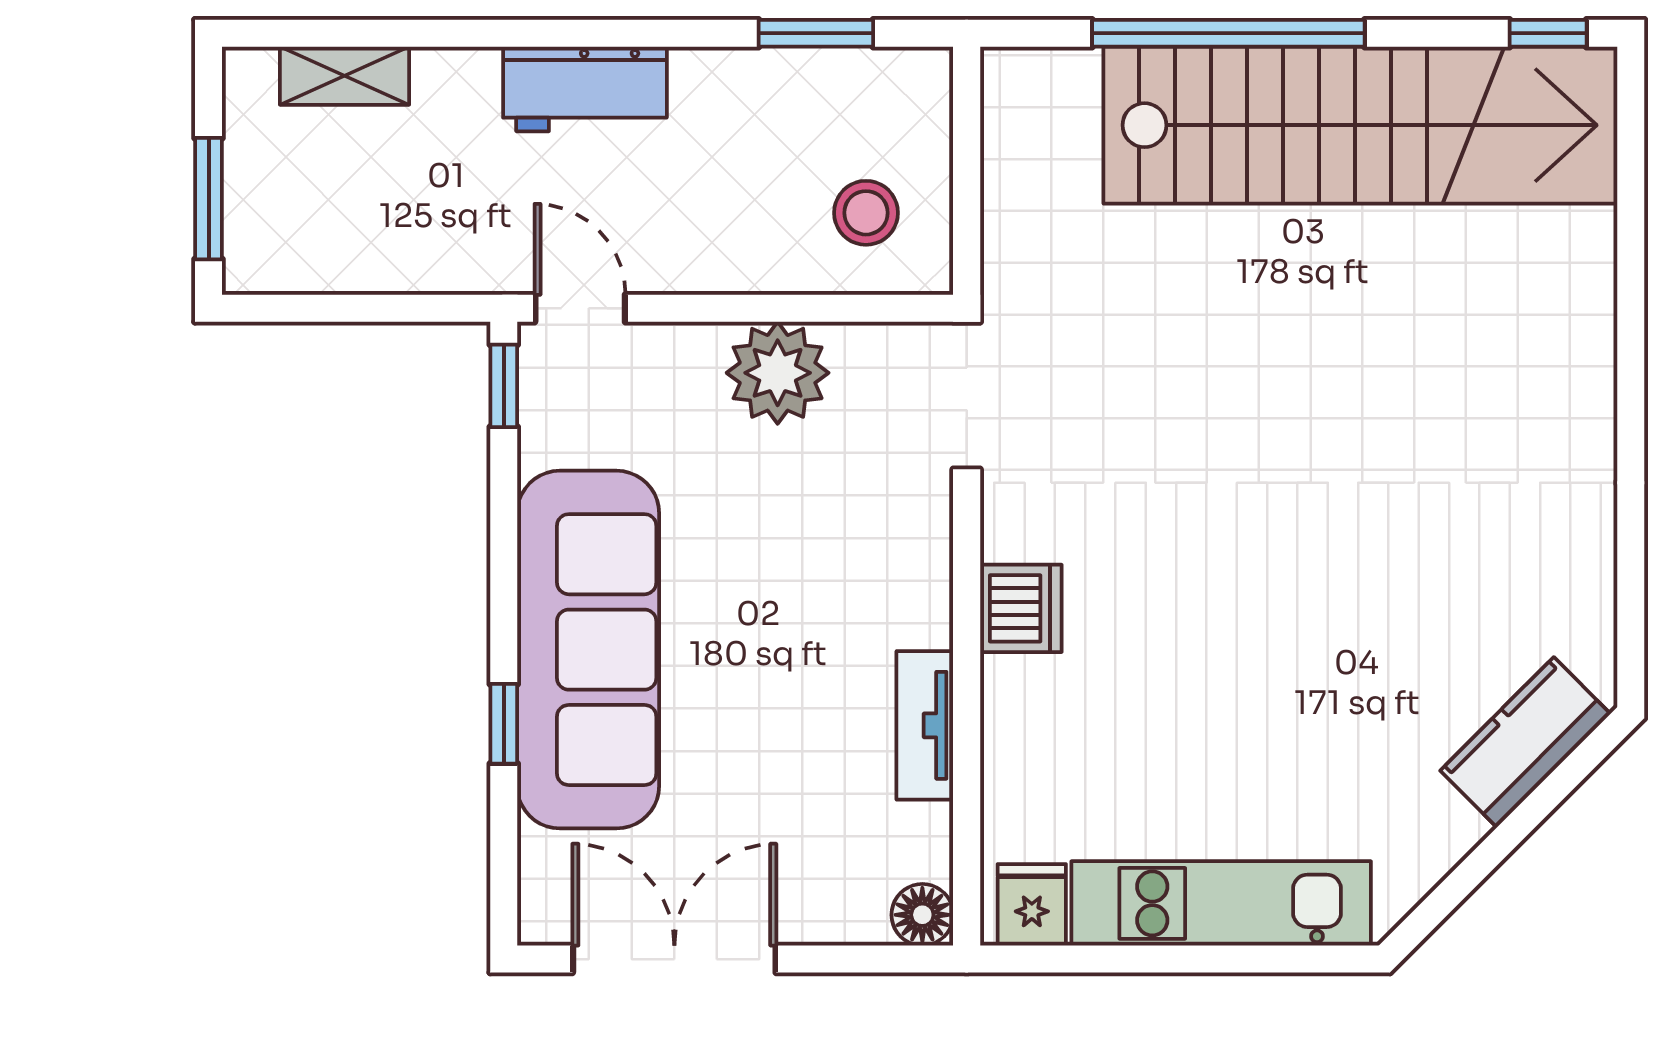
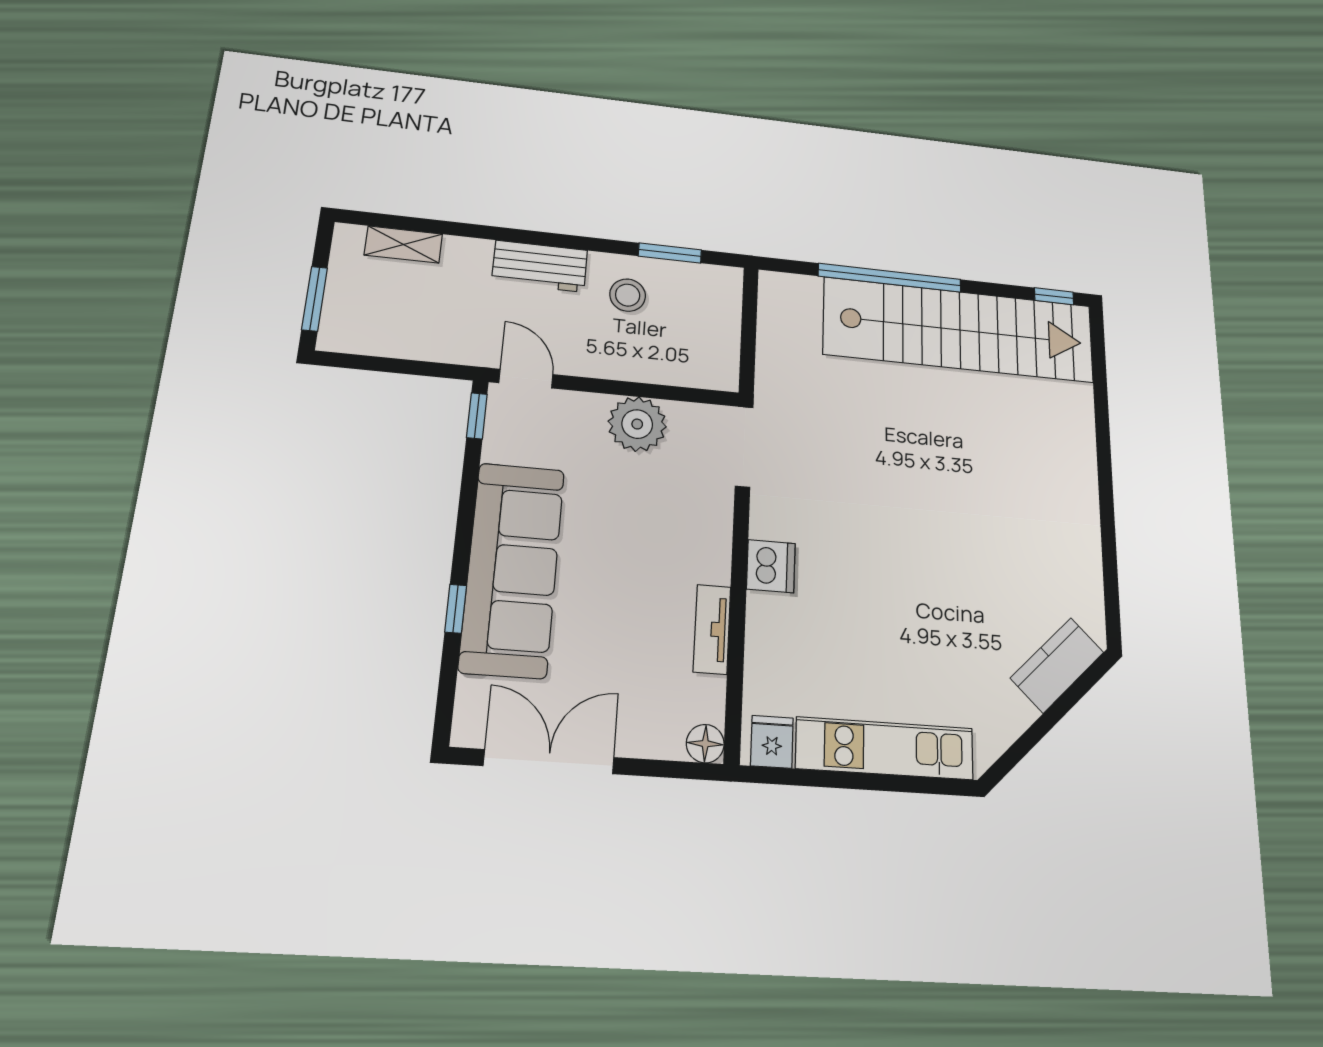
stool: (866, 213) -> (628, 295), moved

